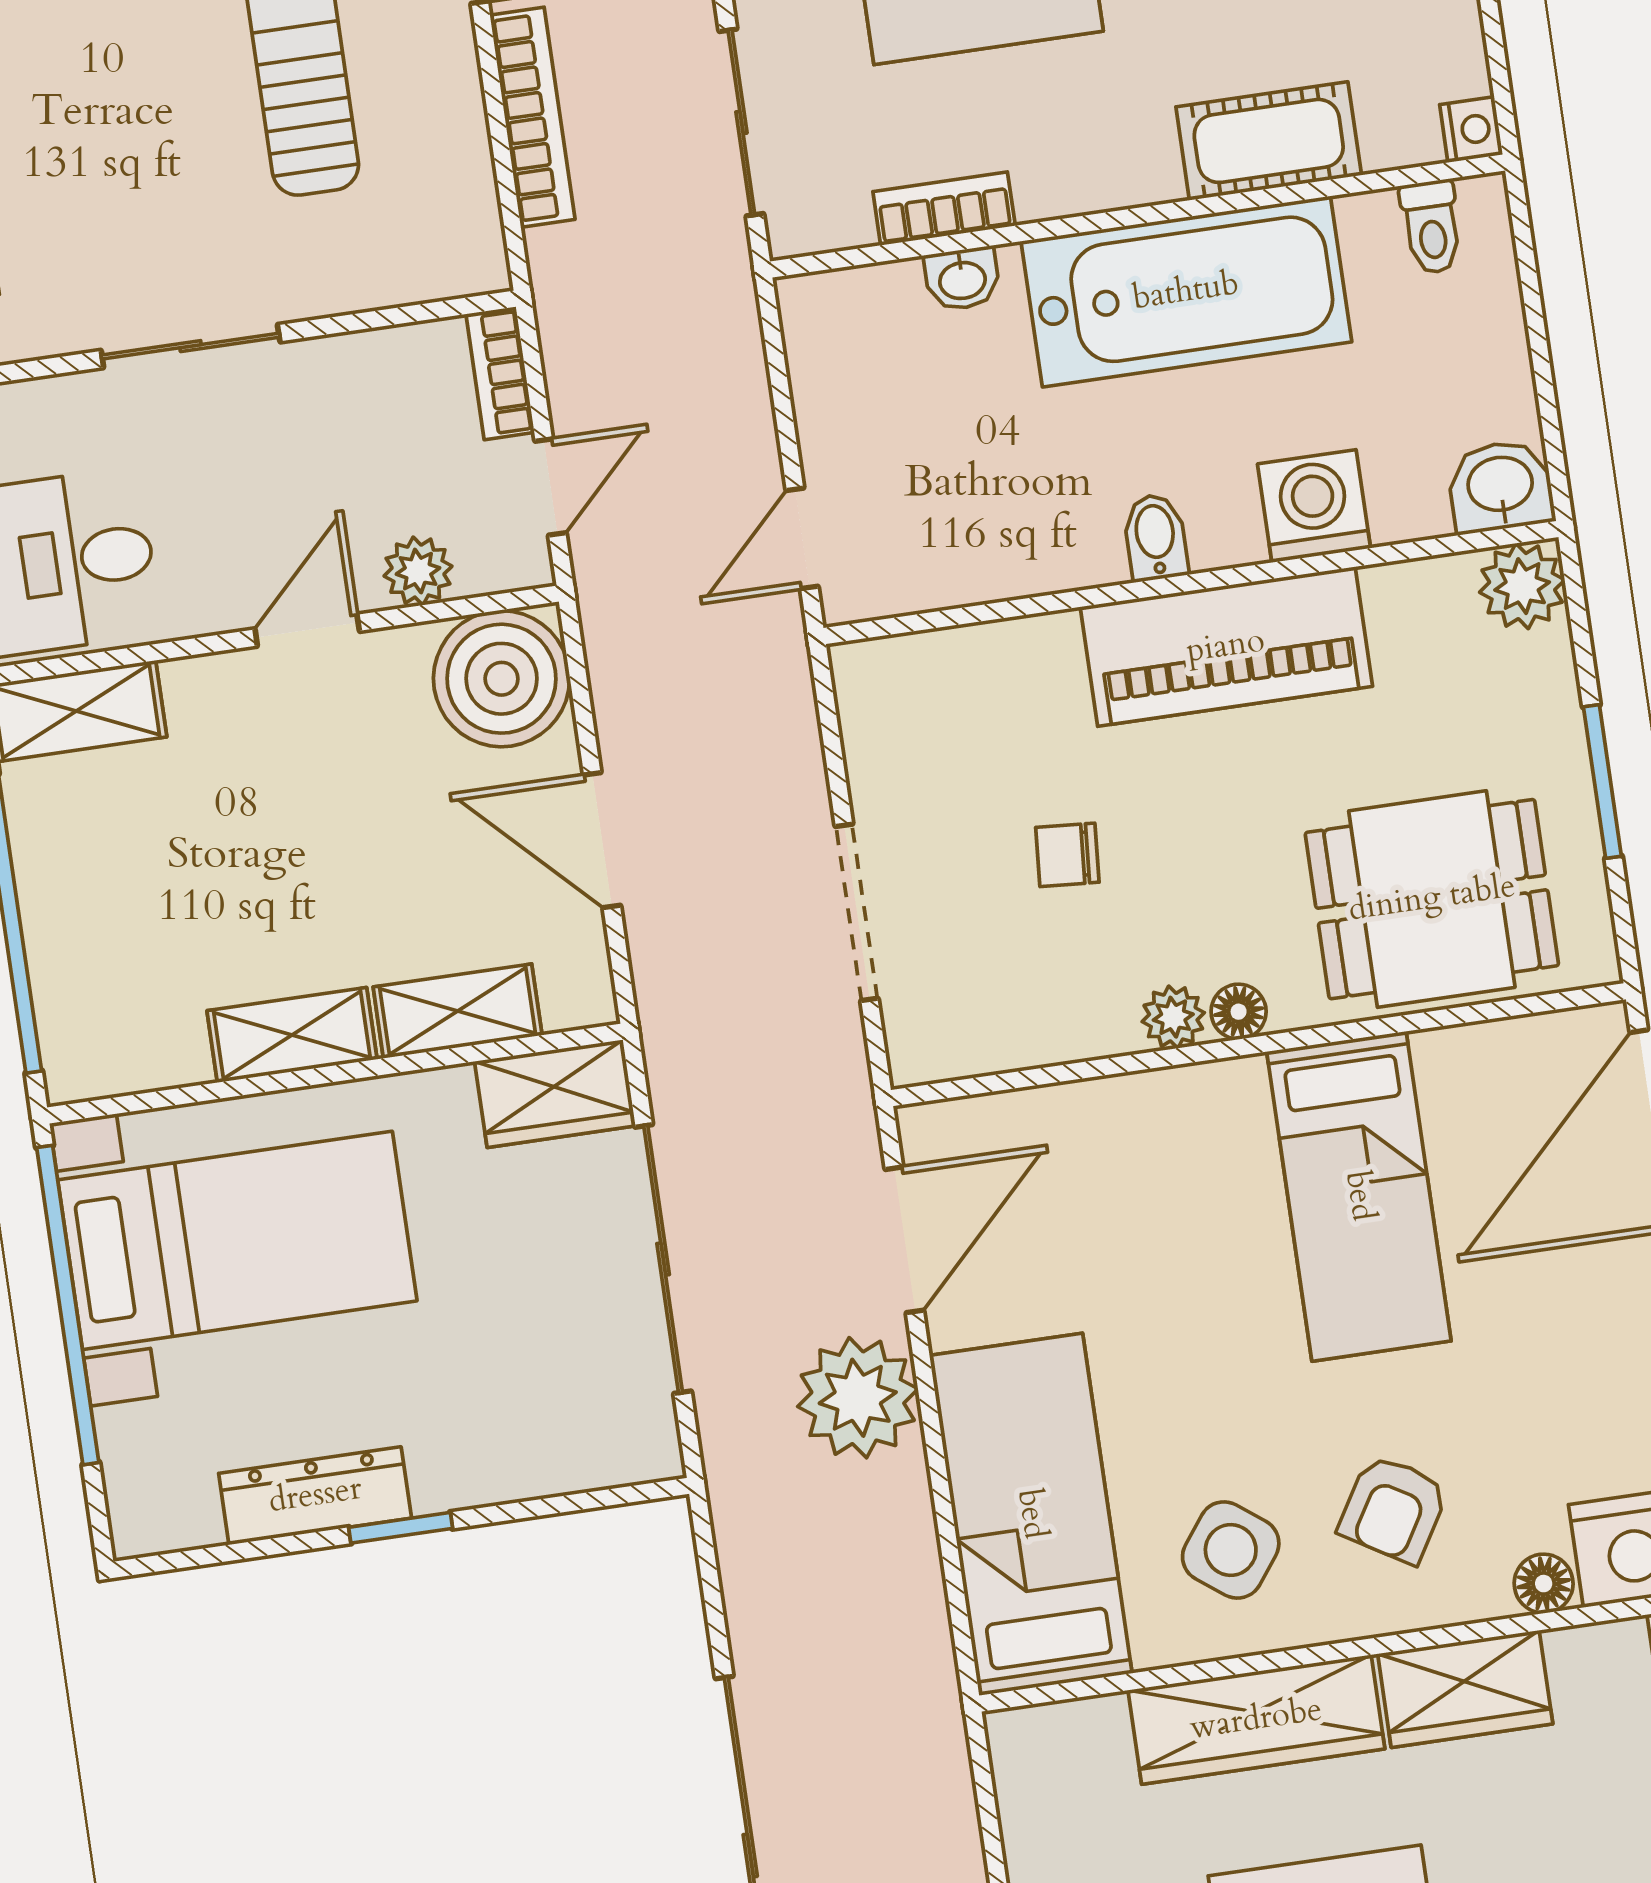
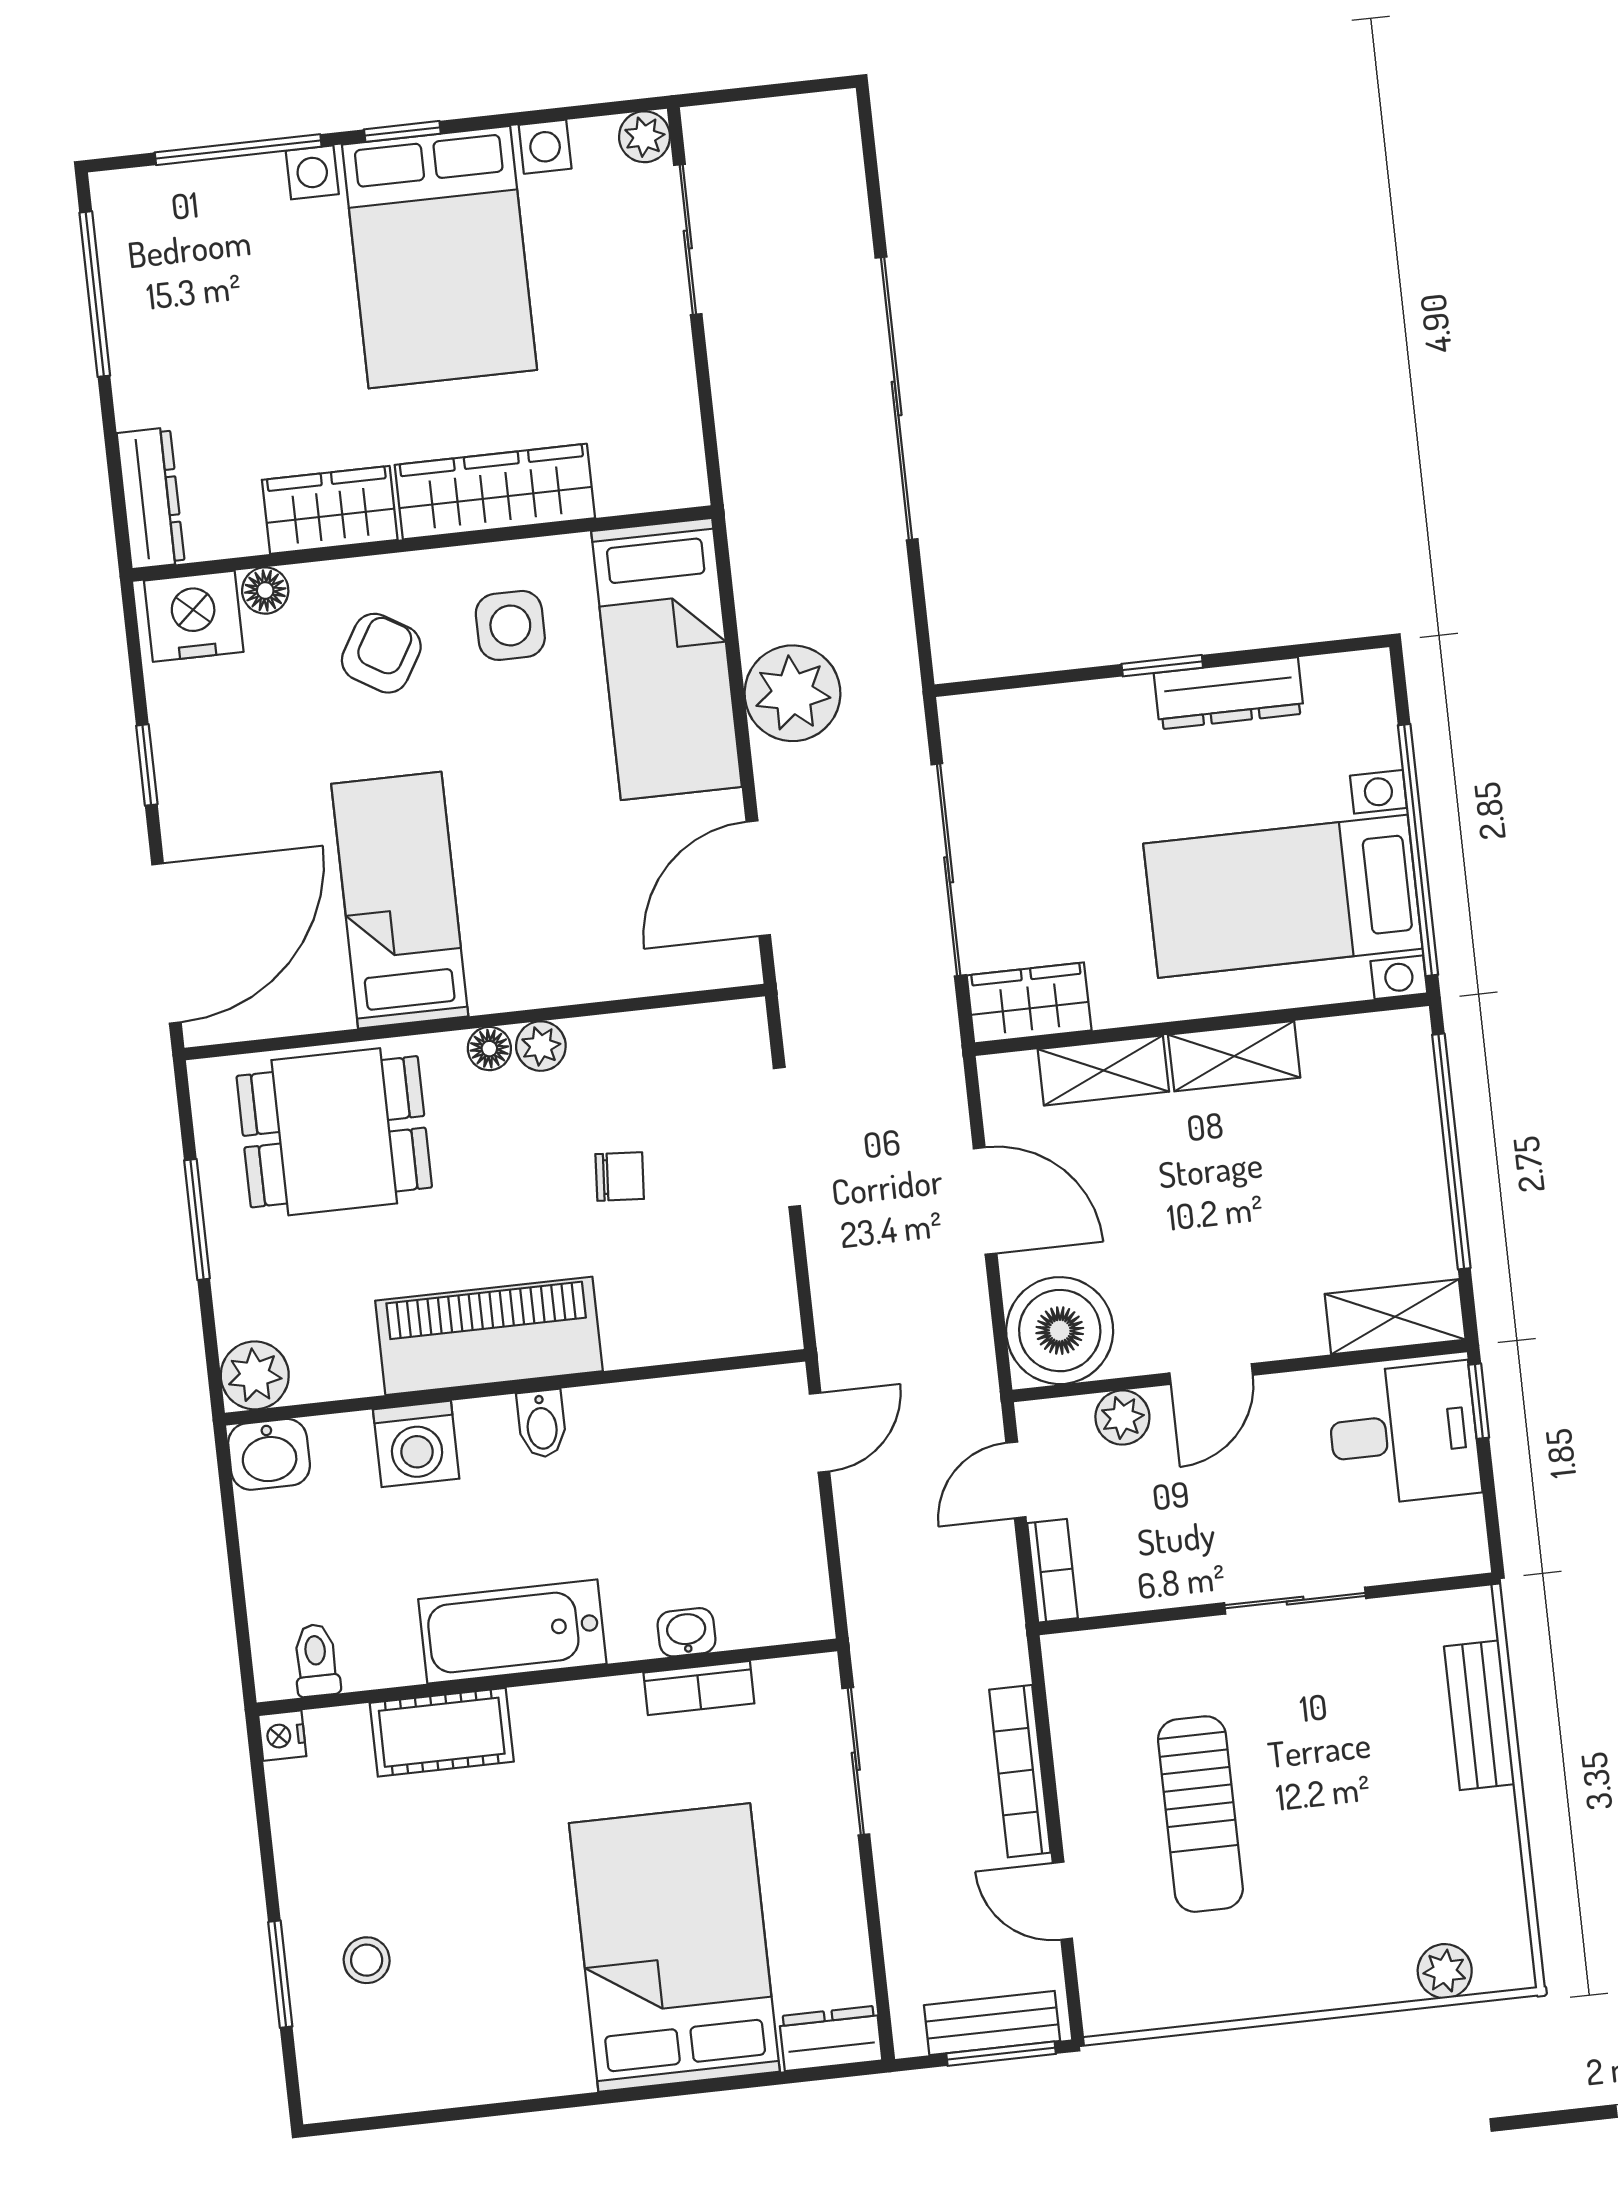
bathtub: (1186, 292) -> (512, 1632), width x0.73, depth x0.73
plant: (858, 1398) -> (792, 693), moved
side table: (1231, 1550) -> (510, 625), turned -37

